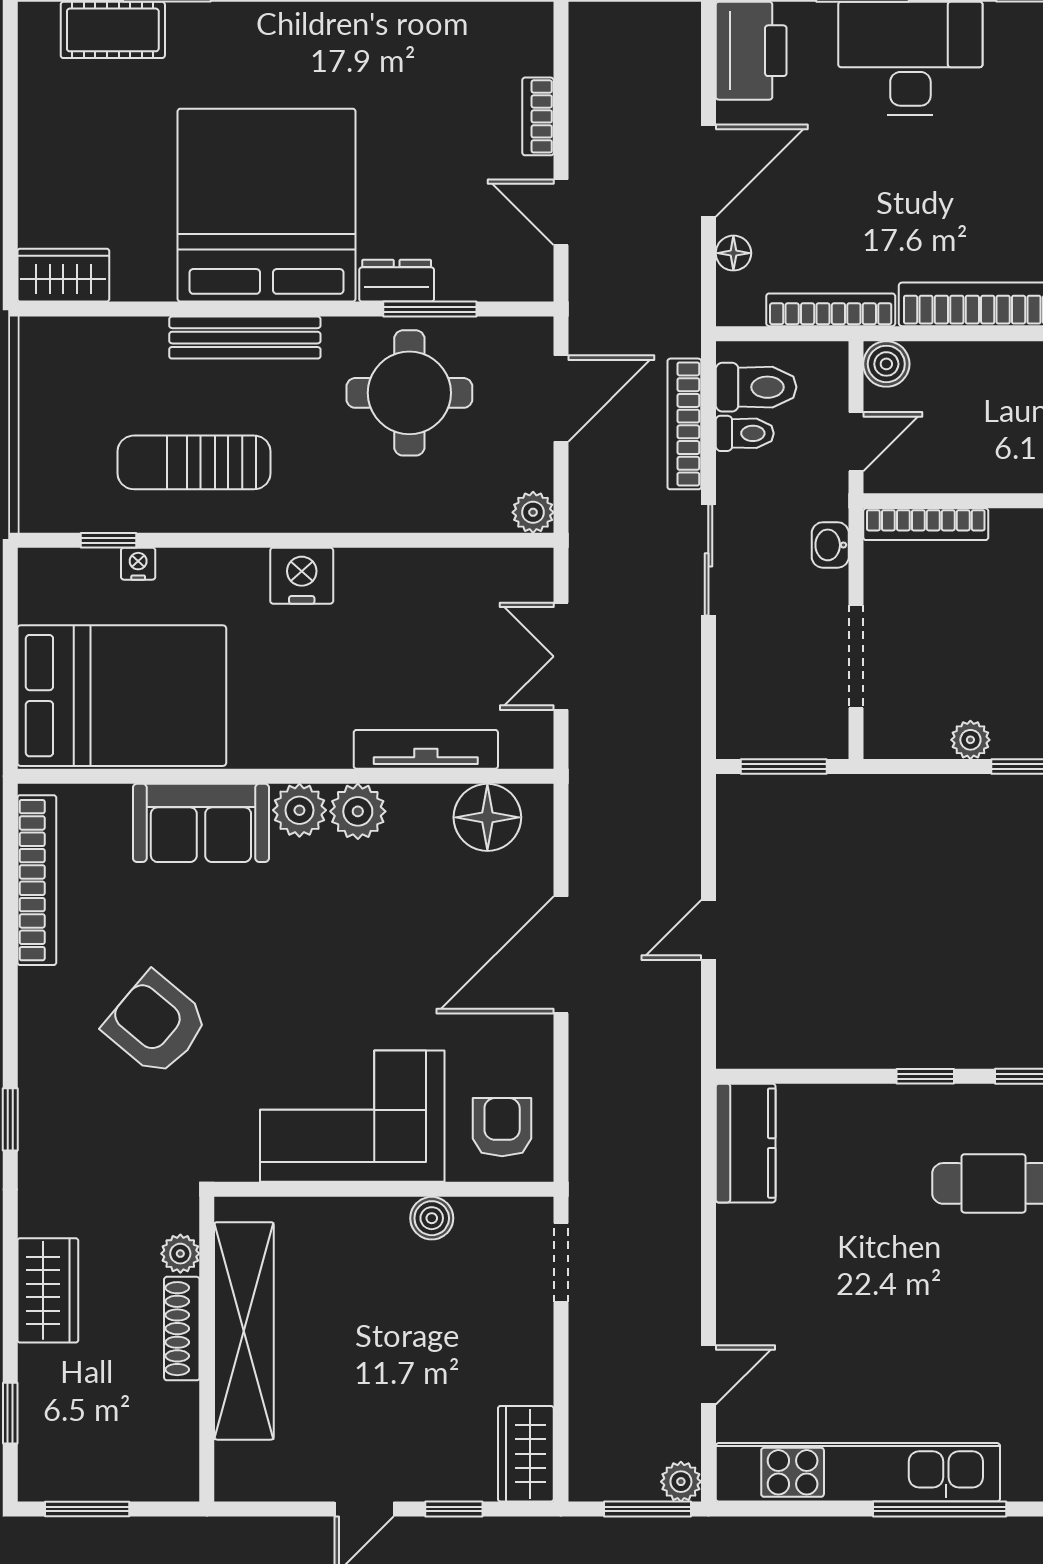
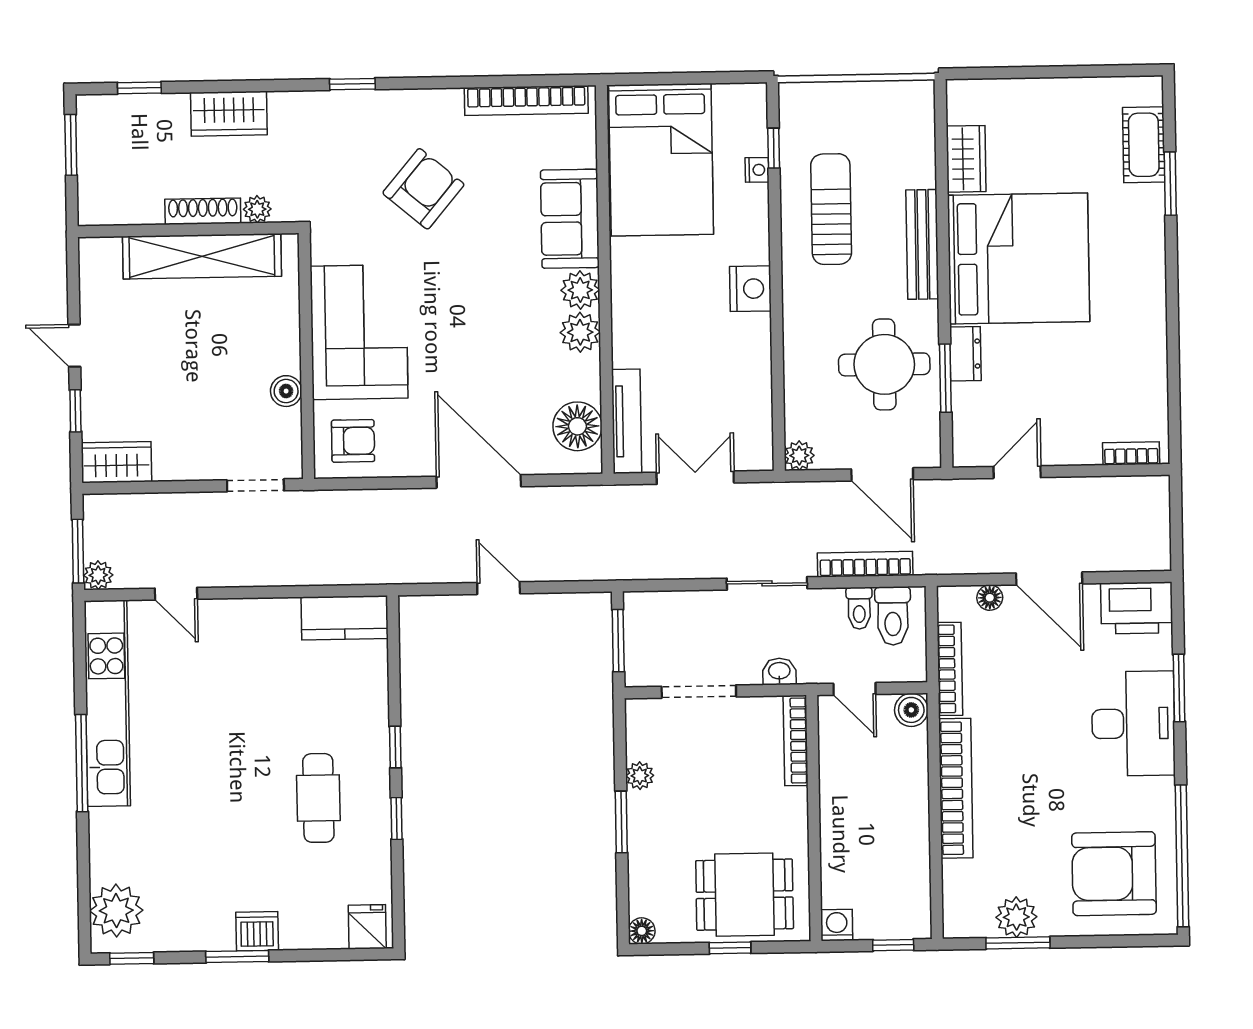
bookcase: (538, 116) -> (1131, 453), moved
wardrobe: (63, 275) -> (966, 159), moved
tv unit: (426, 749) -> (627, 421), moved

